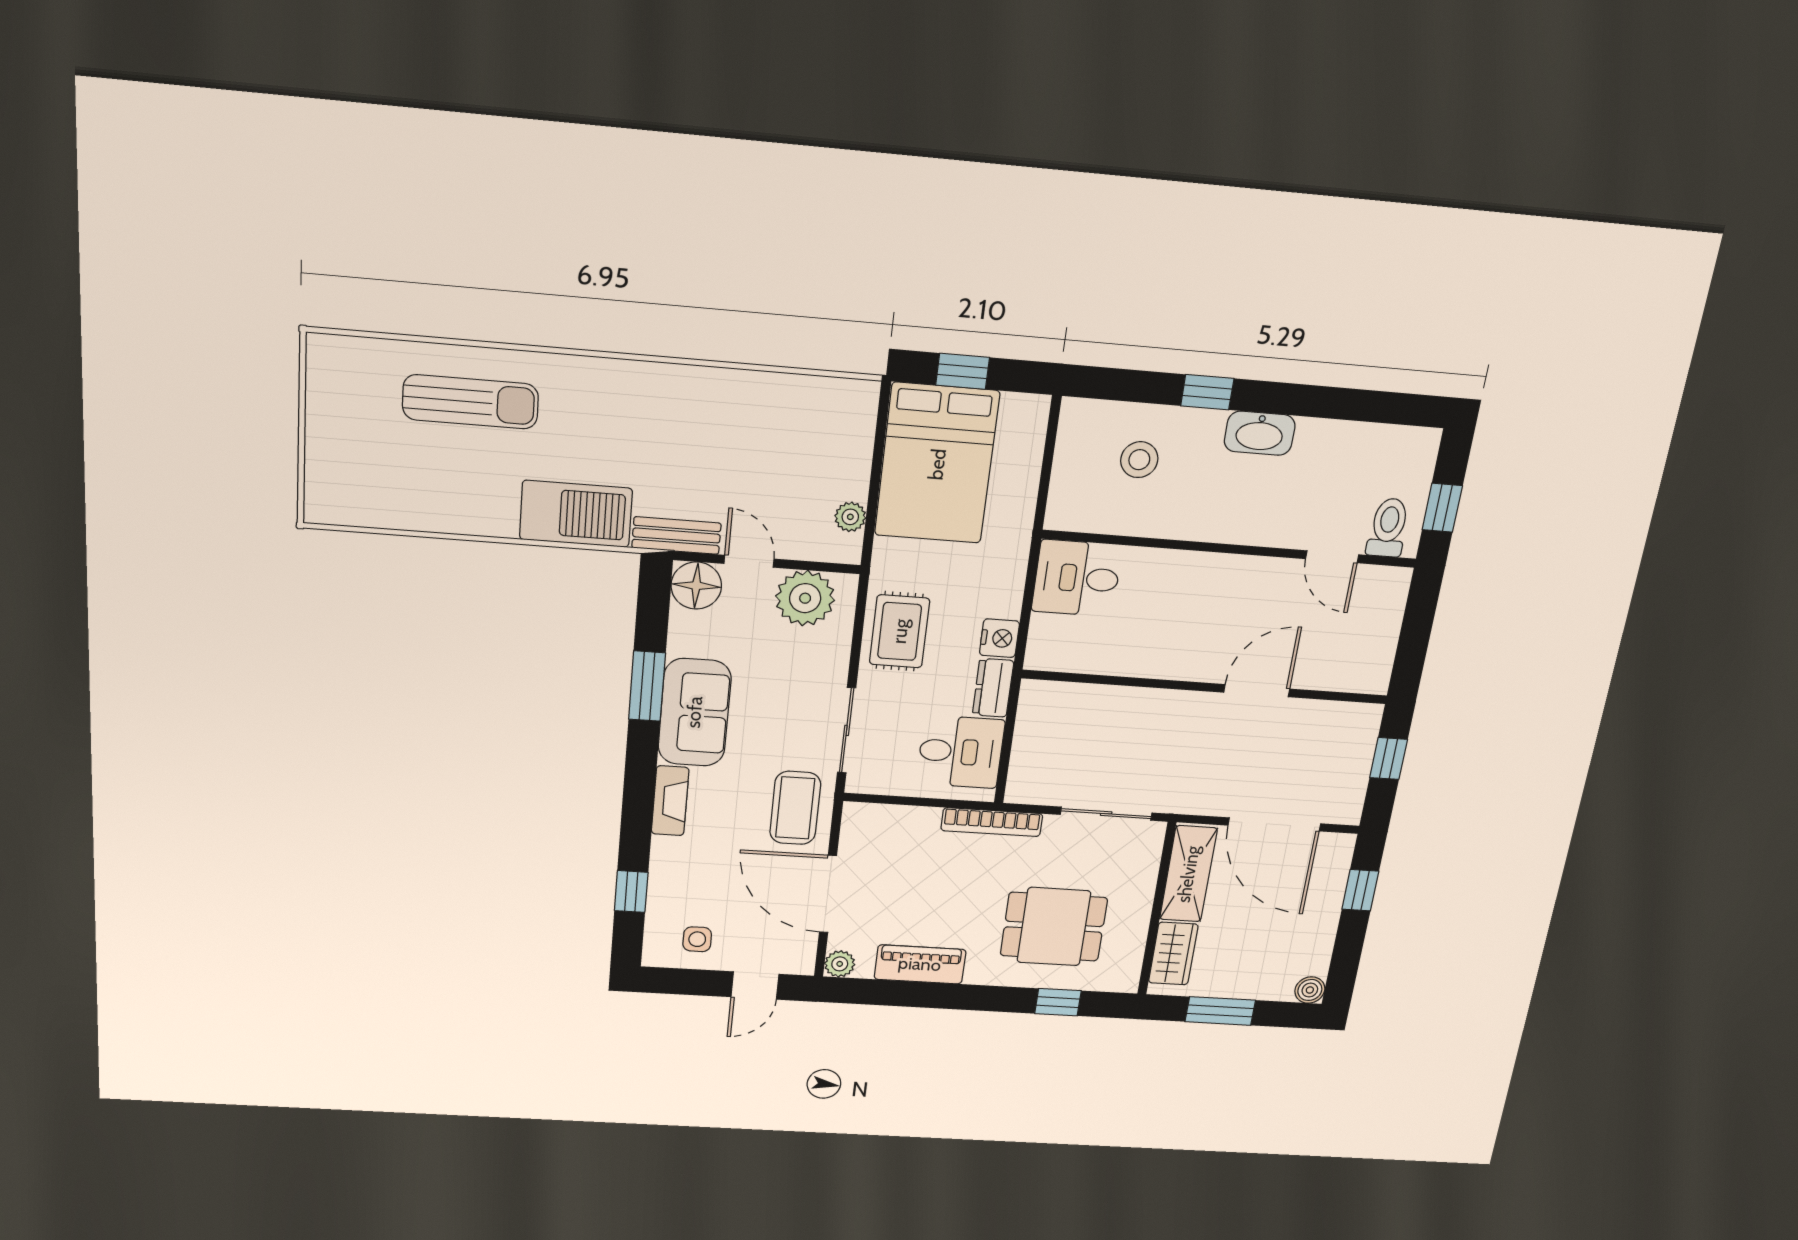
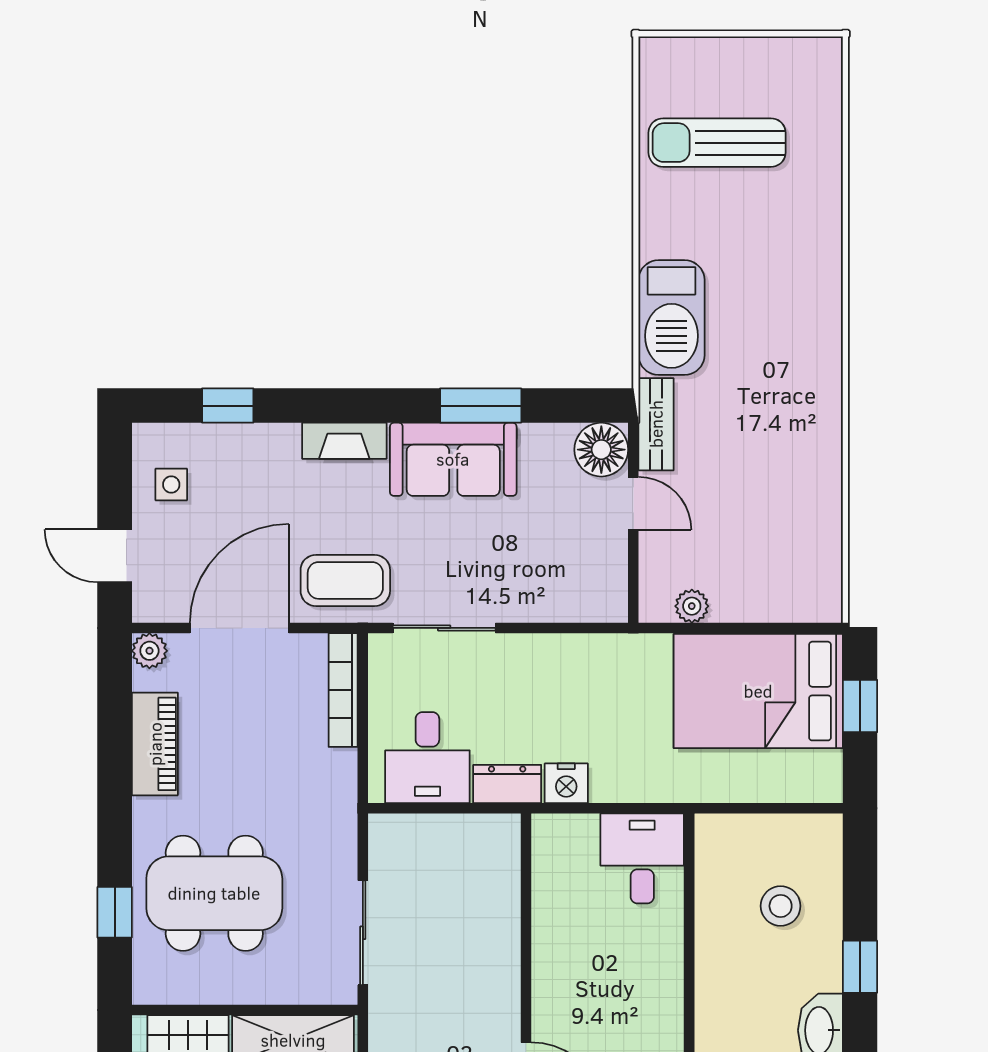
sun lounger: (470, 402) -> (717, 143), moved, turned 90
door: (749, 561) -> (633, 503), hinge flipped
plant: (805, 598) -> (596, 567), removed
rug: (900, 631) -> (566, 673), removed
bookcase: (992, 822) -> (343, 690), moved
dining table: (1054, 927) -> (214, 893), width x1.38

